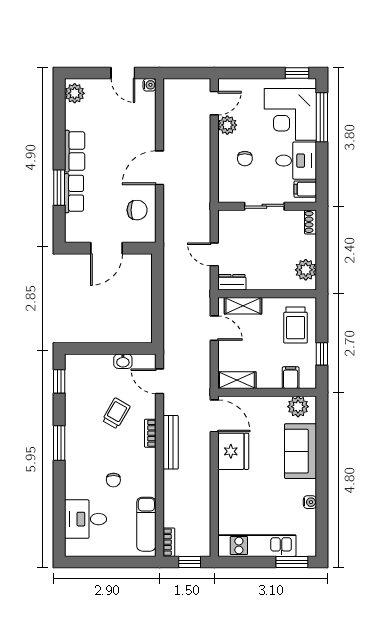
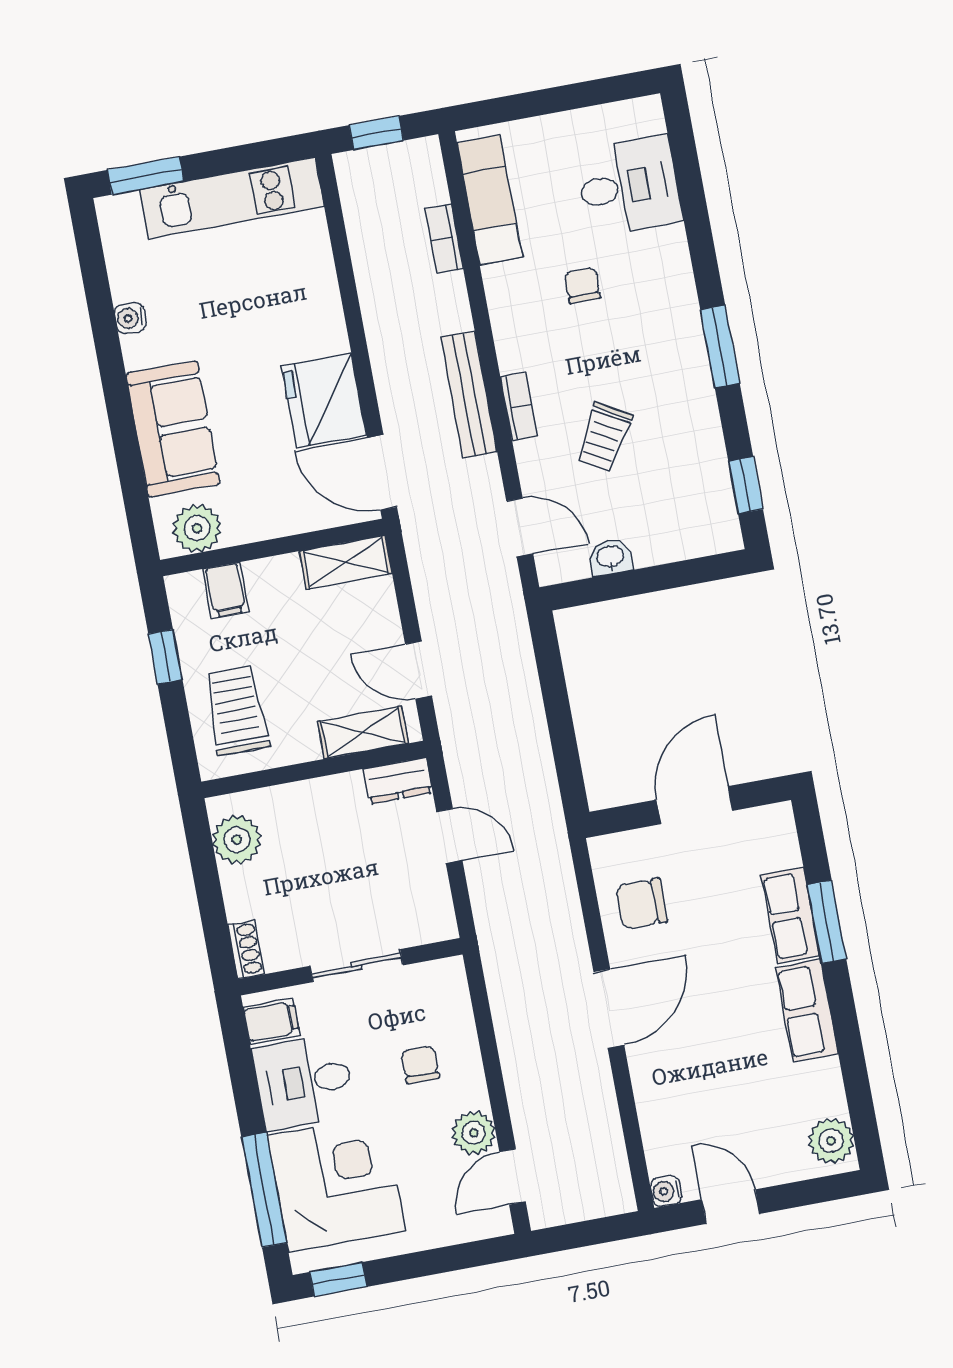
bookcase: (169, 542) -> (444, 238), moved

